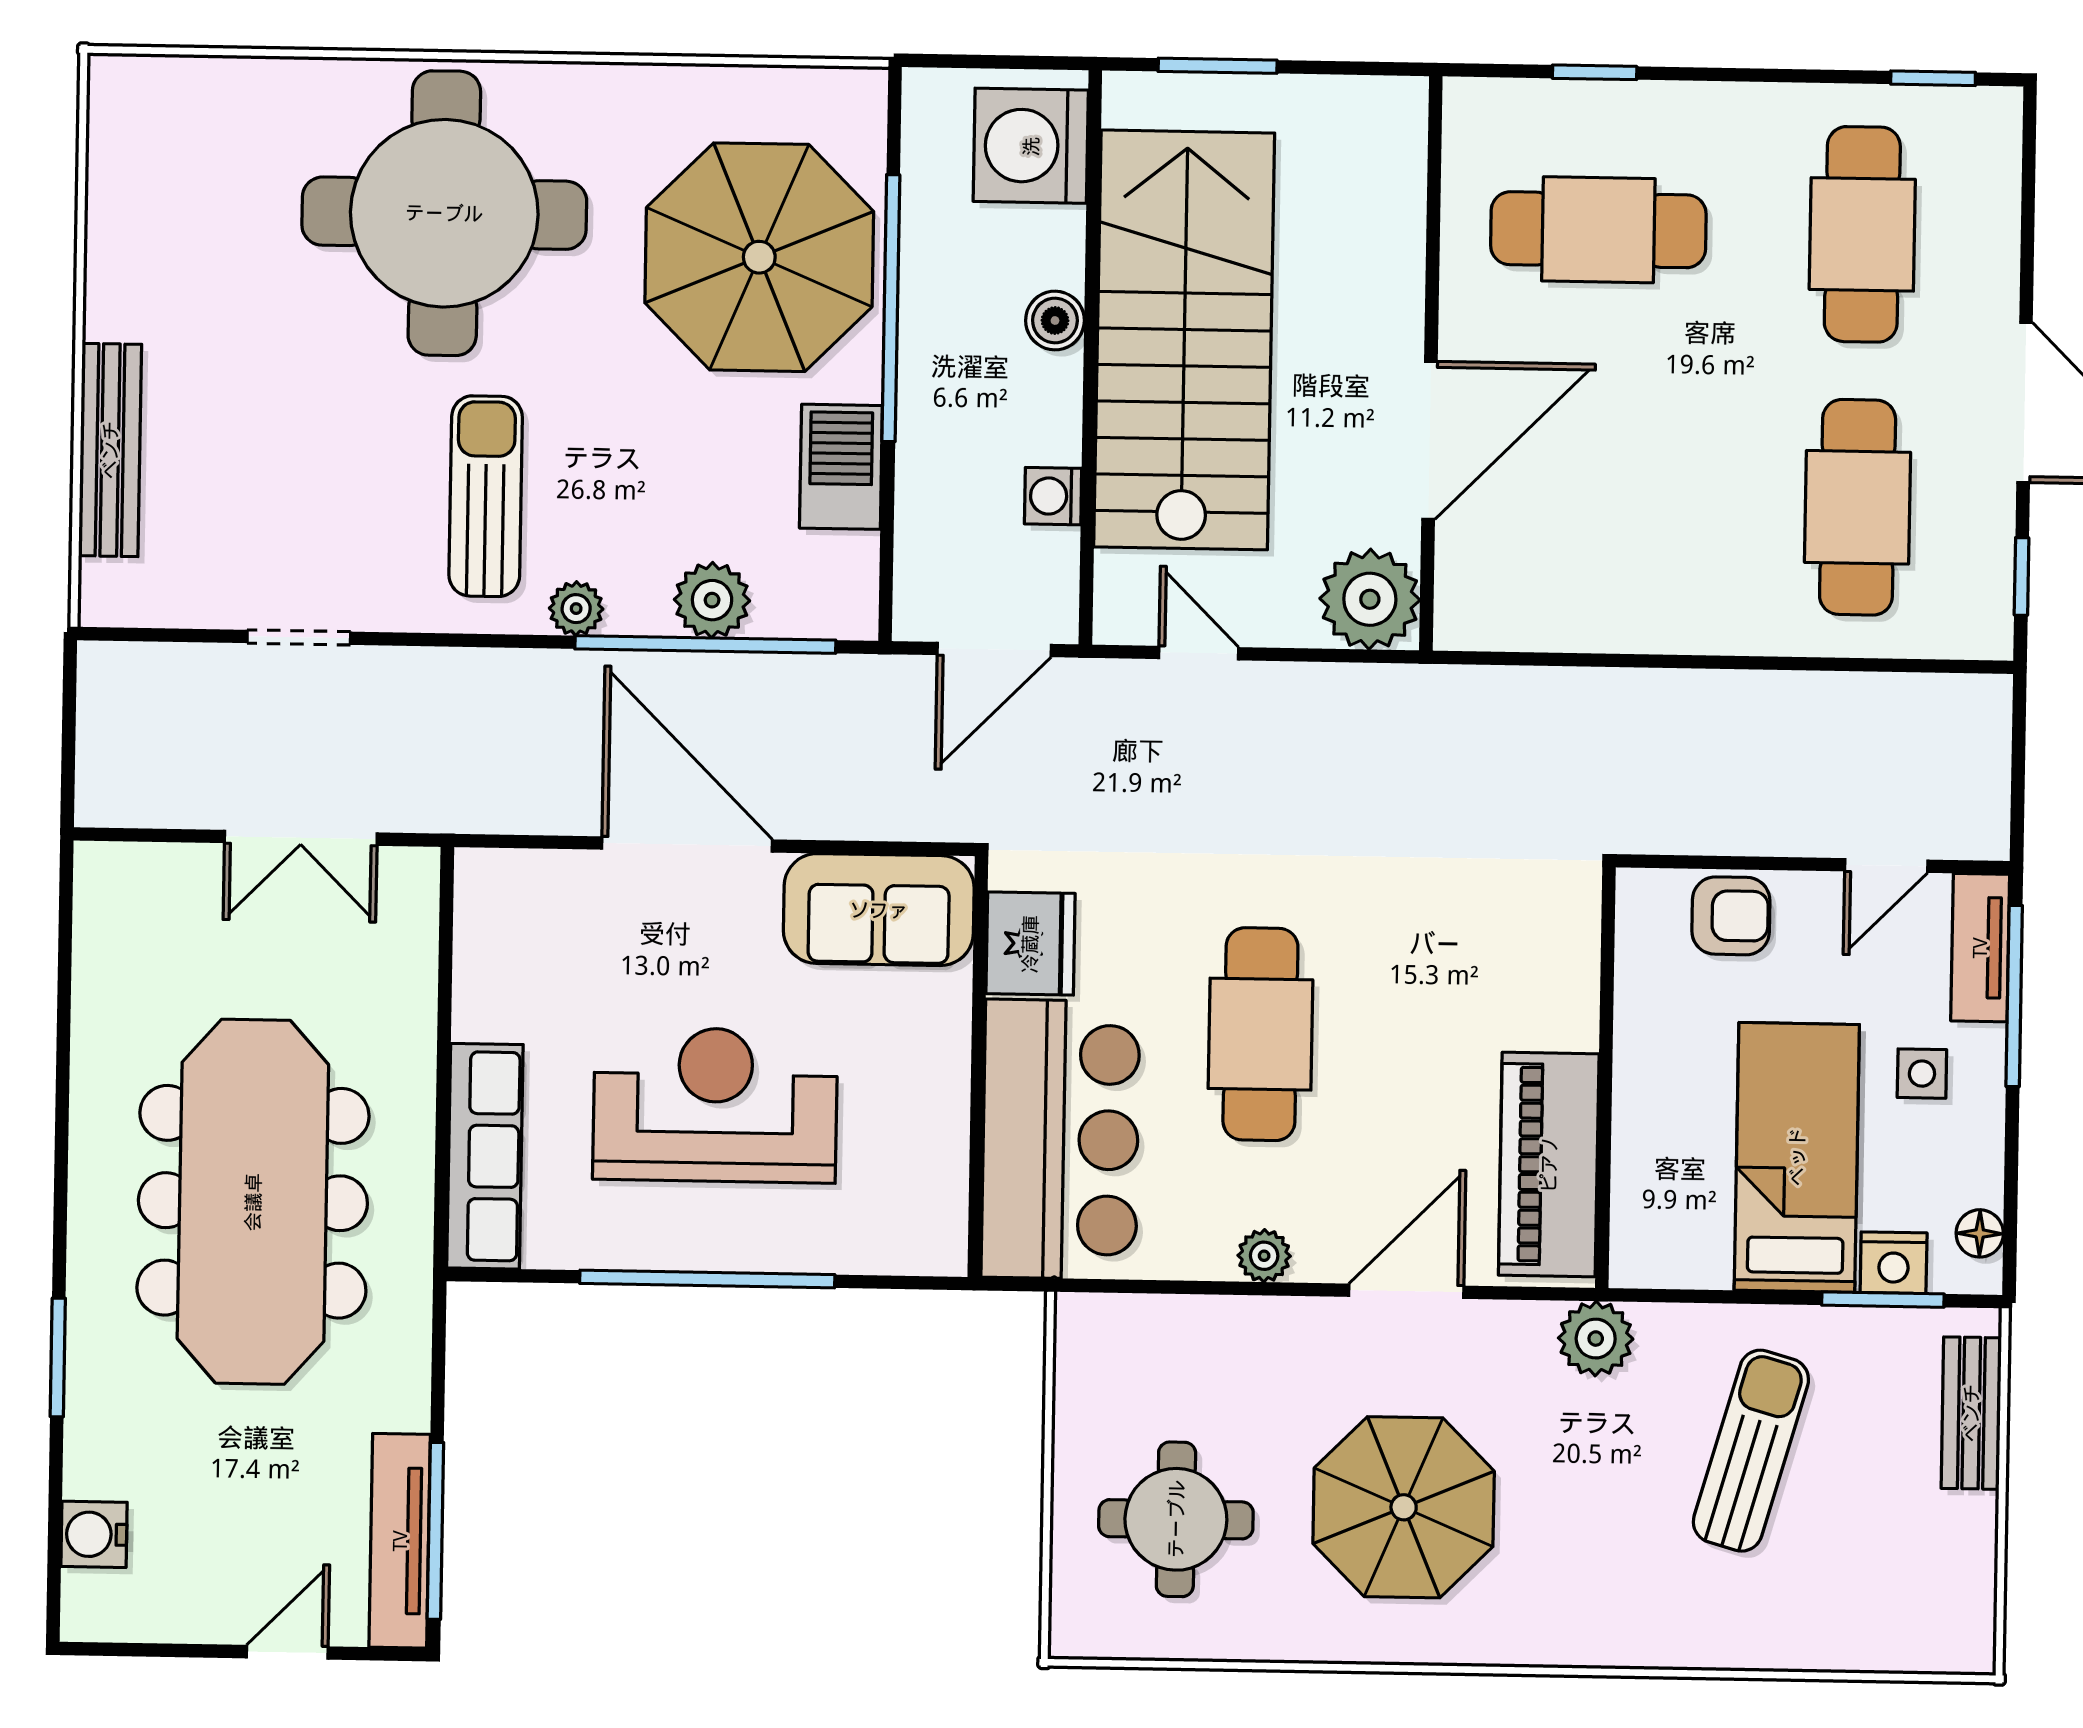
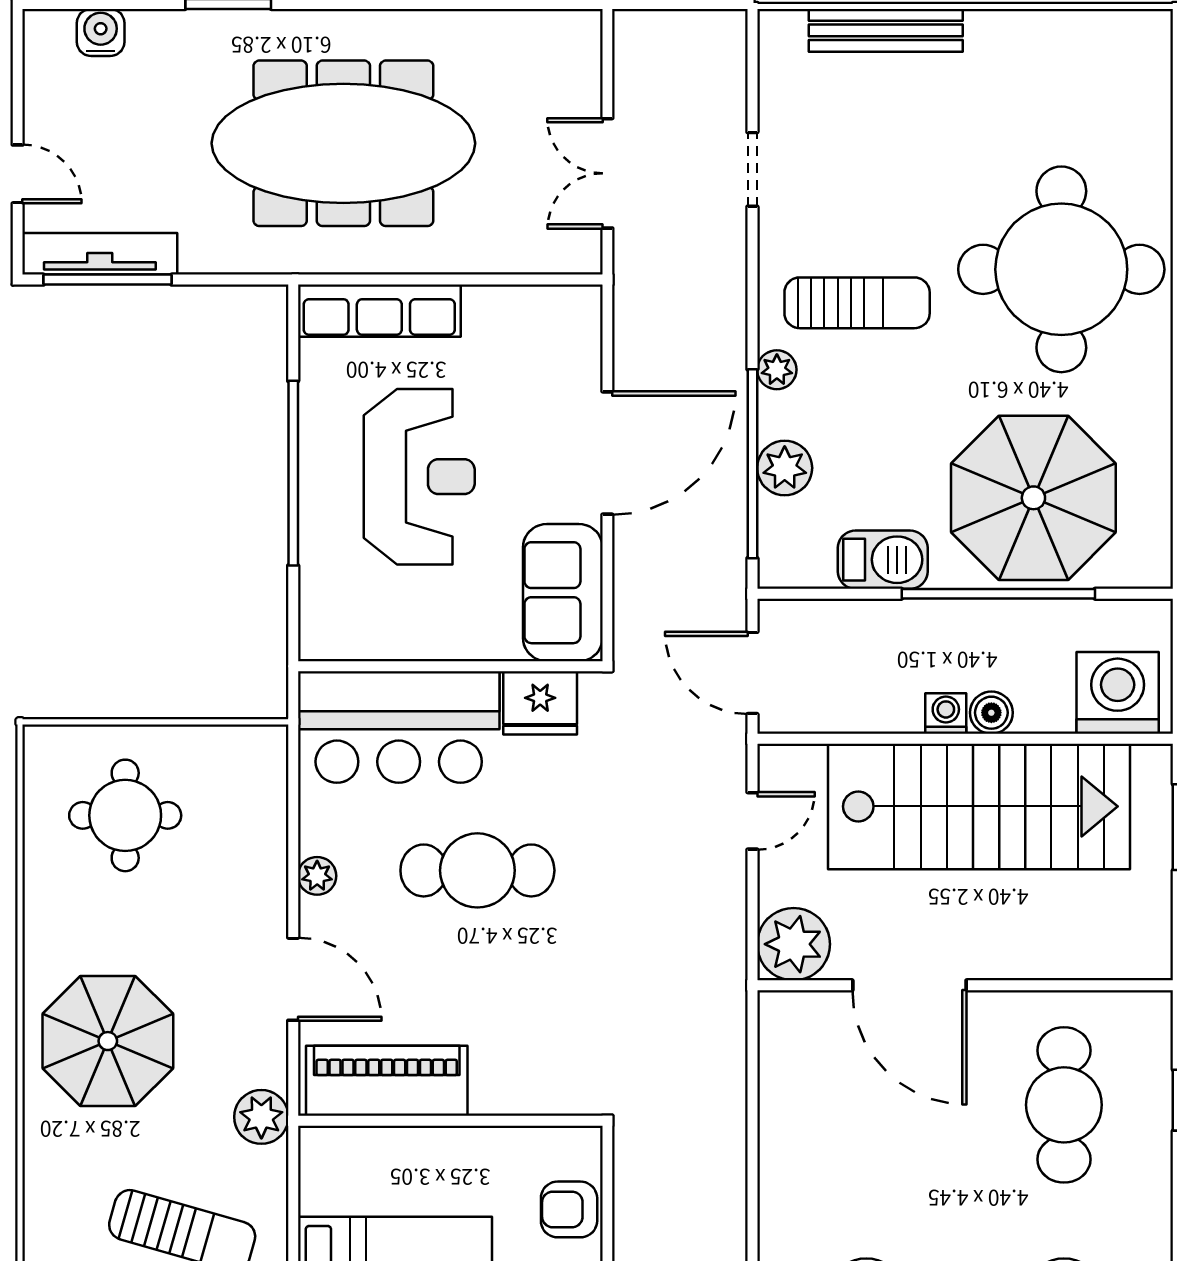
washing machine: (1053, 496) -> (946, 714), moved
armchair: (1731, 916) -> (569, 1209), turned 90
parasol: (1404, 1507) -> (108, 1041), moved

